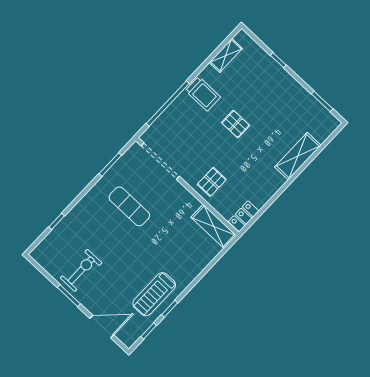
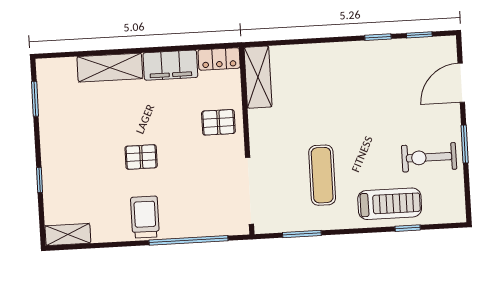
shelving: (226, 55) -> (68, 235), moved
pallet: (236, 124) -> (141, 157), turned 90
filing cabinet: (267, 188) -> (170, 65), added
treadmill: (154, 294) -> (390, 204), moved
door: (102, 327) -> (461, 83), hinge flipped

